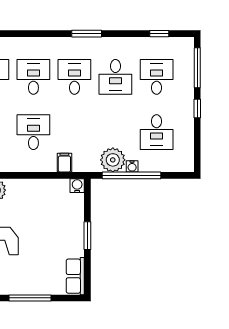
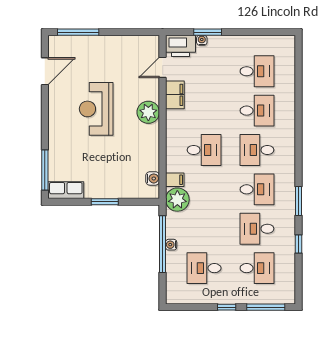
window: (159, 34) -> (298, 244), moved
desk: (33, 77) -> (257, 150), turned 180
plant: (113, 160) -> (177, 200), moved
water cooler: (77, 186) -> (153, 178), moved
window: (30, 298) -> (45, 170), moved

